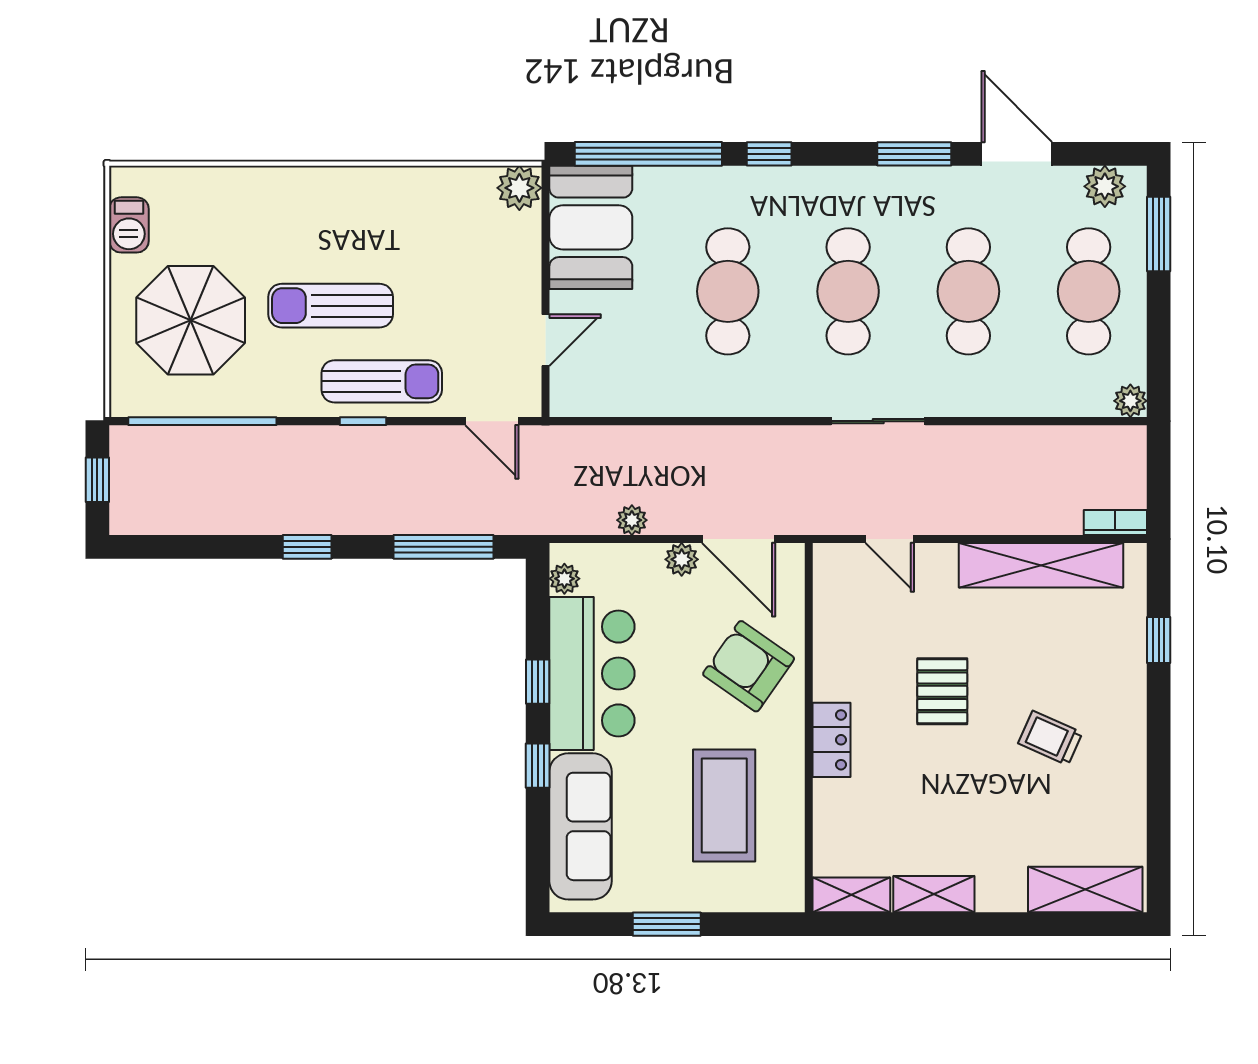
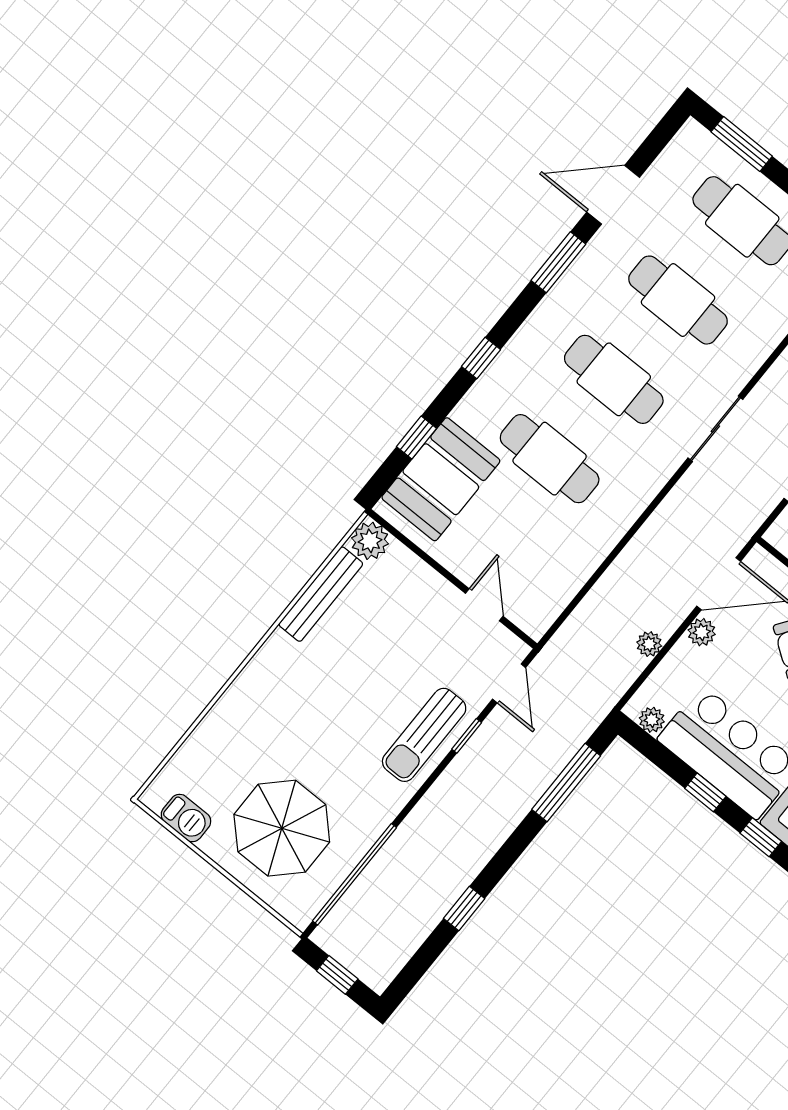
window: (648, 154) -> (416, 438), width x0.32
bench: (434, 182) -> (321, 594), added
plant: (1105, 186) -> (682, 154), removed
booth: (591, 227) -> (441, 479), moved, turned 90
sun lounger: (331, 306) -> (347, 728), removed
sun lounger: (382, 381) -> (424, 735), turned 180
window: (363, 421) -> (467, 736), moved
door: (492, 421) -> (509, 683), hinge flipped
window: (307, 547) -> (464, 909), moved

